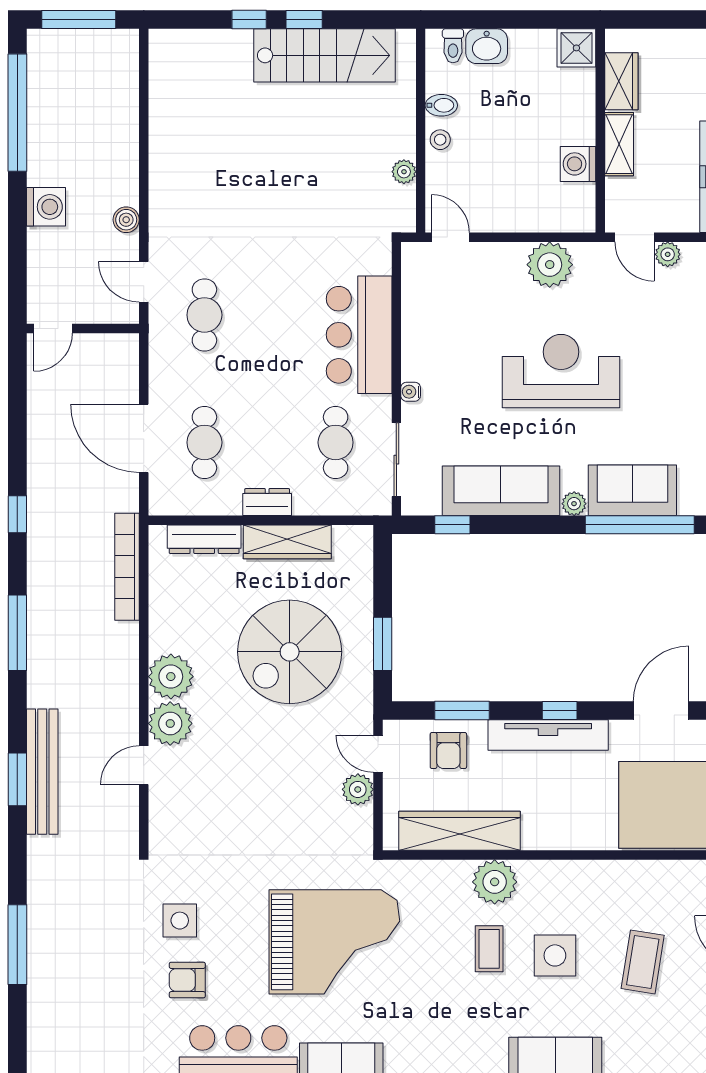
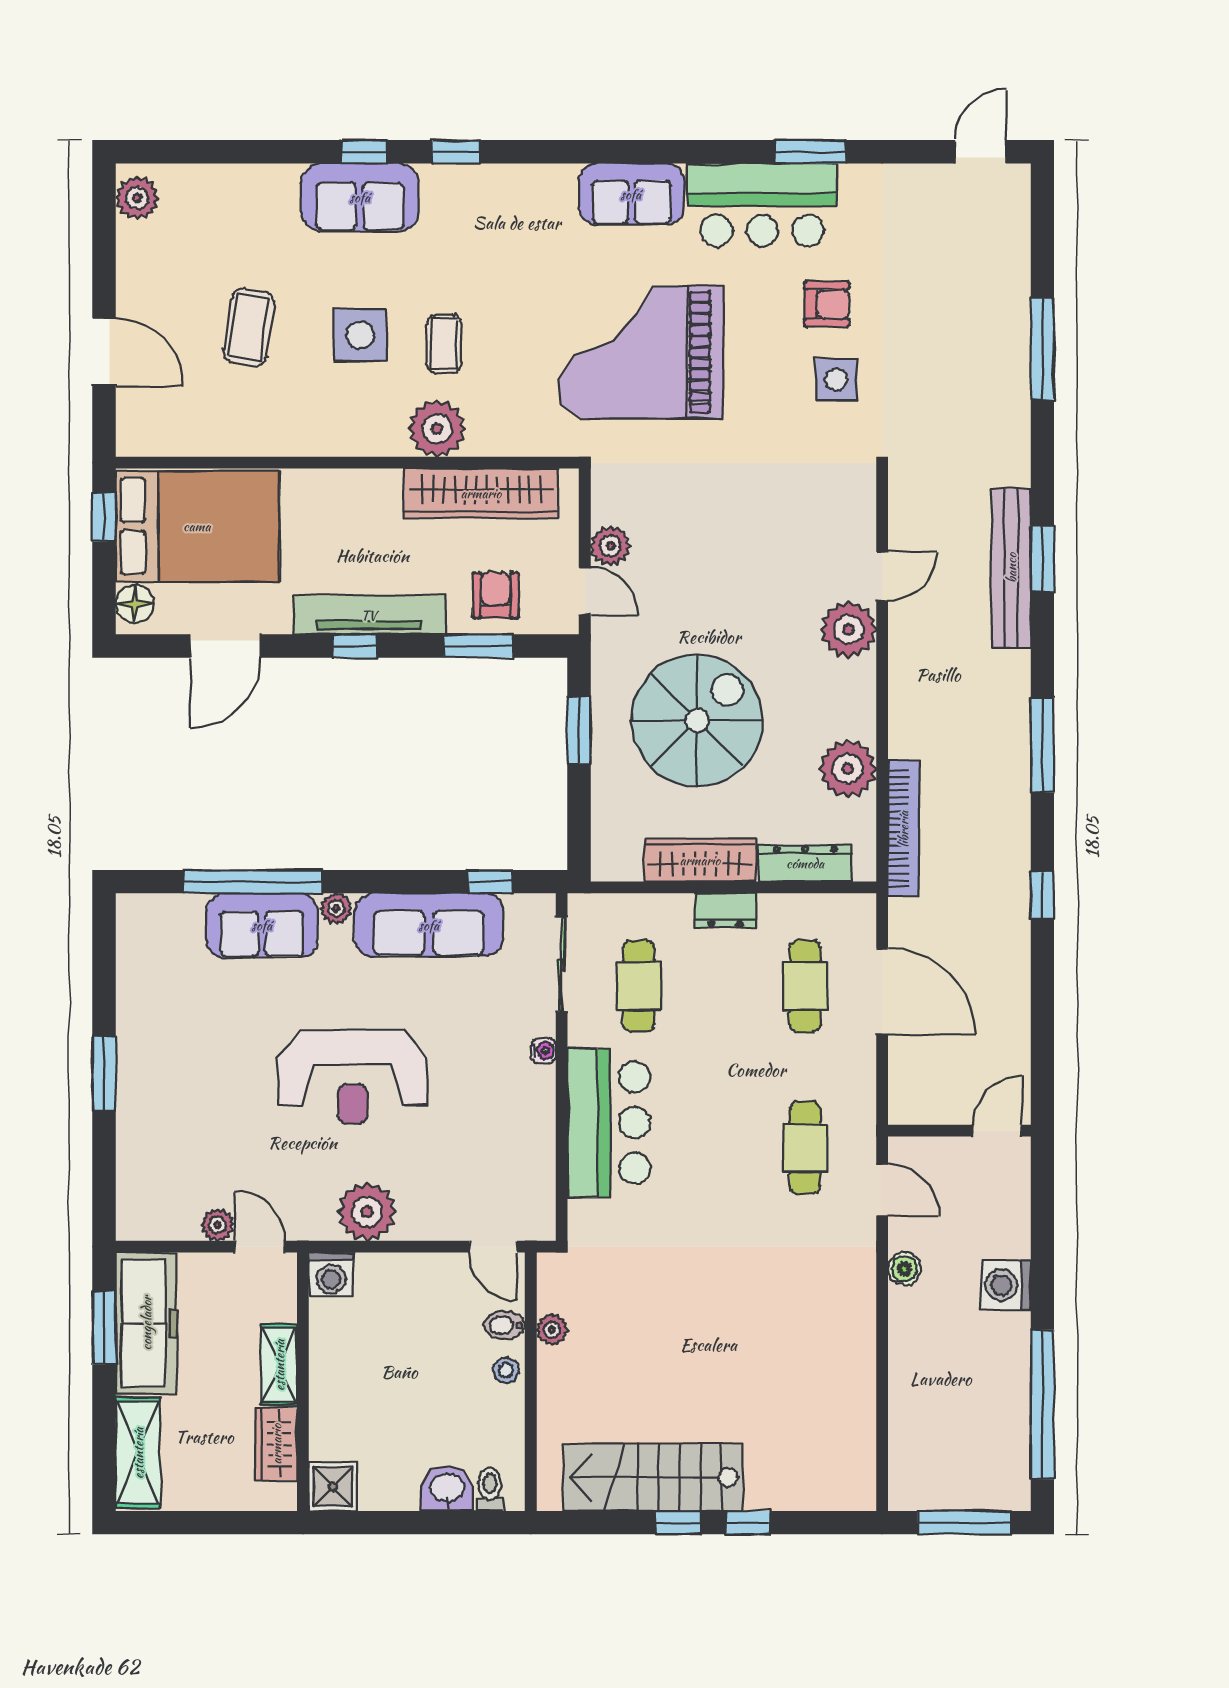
bidet: (441, 105) -> (505, 1325), moved
washing machine: (578, 164) -> (331, 1275), moved, turned 90
plant: (171, 677) -> (848, 769), moved

